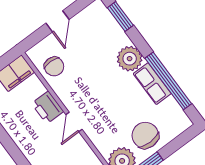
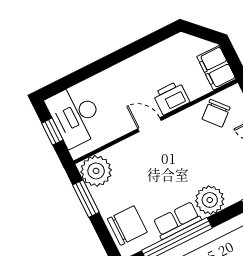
chair: (54, 66) -> (216, 113), turned -41
chair: (145, 135) -> (127, 225), moved

